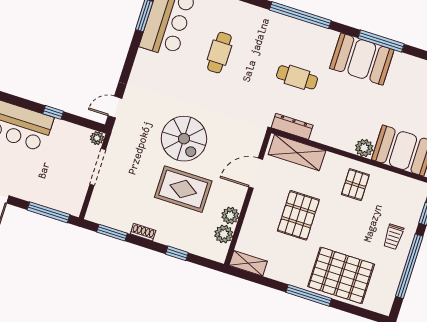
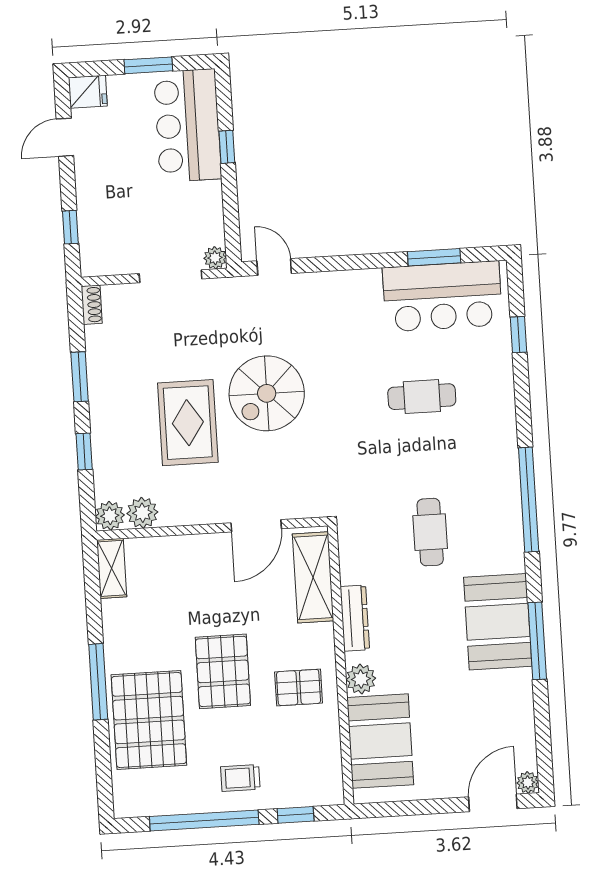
window: (53, 112) -> (227, 147), moved
dresser: (292, 126) -> (355, 618), moved
door: (256, 173) -> (256, 526), swing flipped
window: (48, 212) -> (70, 227), width x0.46
pallet: (298, 215) -> (223, 671), moved, turned 90
plant: (230, 216) -> (110, 516), moved
shoe rack: (143, 232) -> (92, 305), moved
window: (112, 233) -> (80, 377), moved

